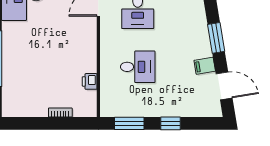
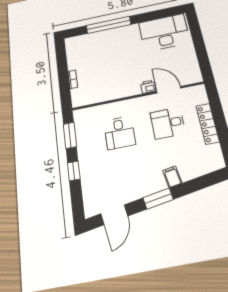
filing cabinet: (205, 66) -> (172, 177), moved
printer: (90, 81) -> (148, 87), moved

